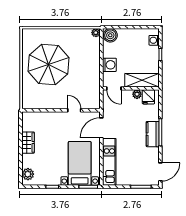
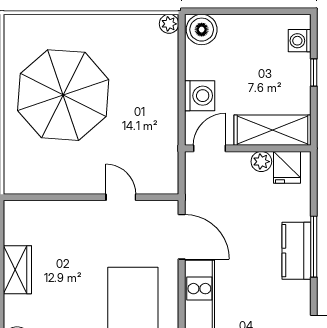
door: (114, 88) -> (210, 148), swing flipped
door: (101, 128) -> (182, 237), swing flipped

